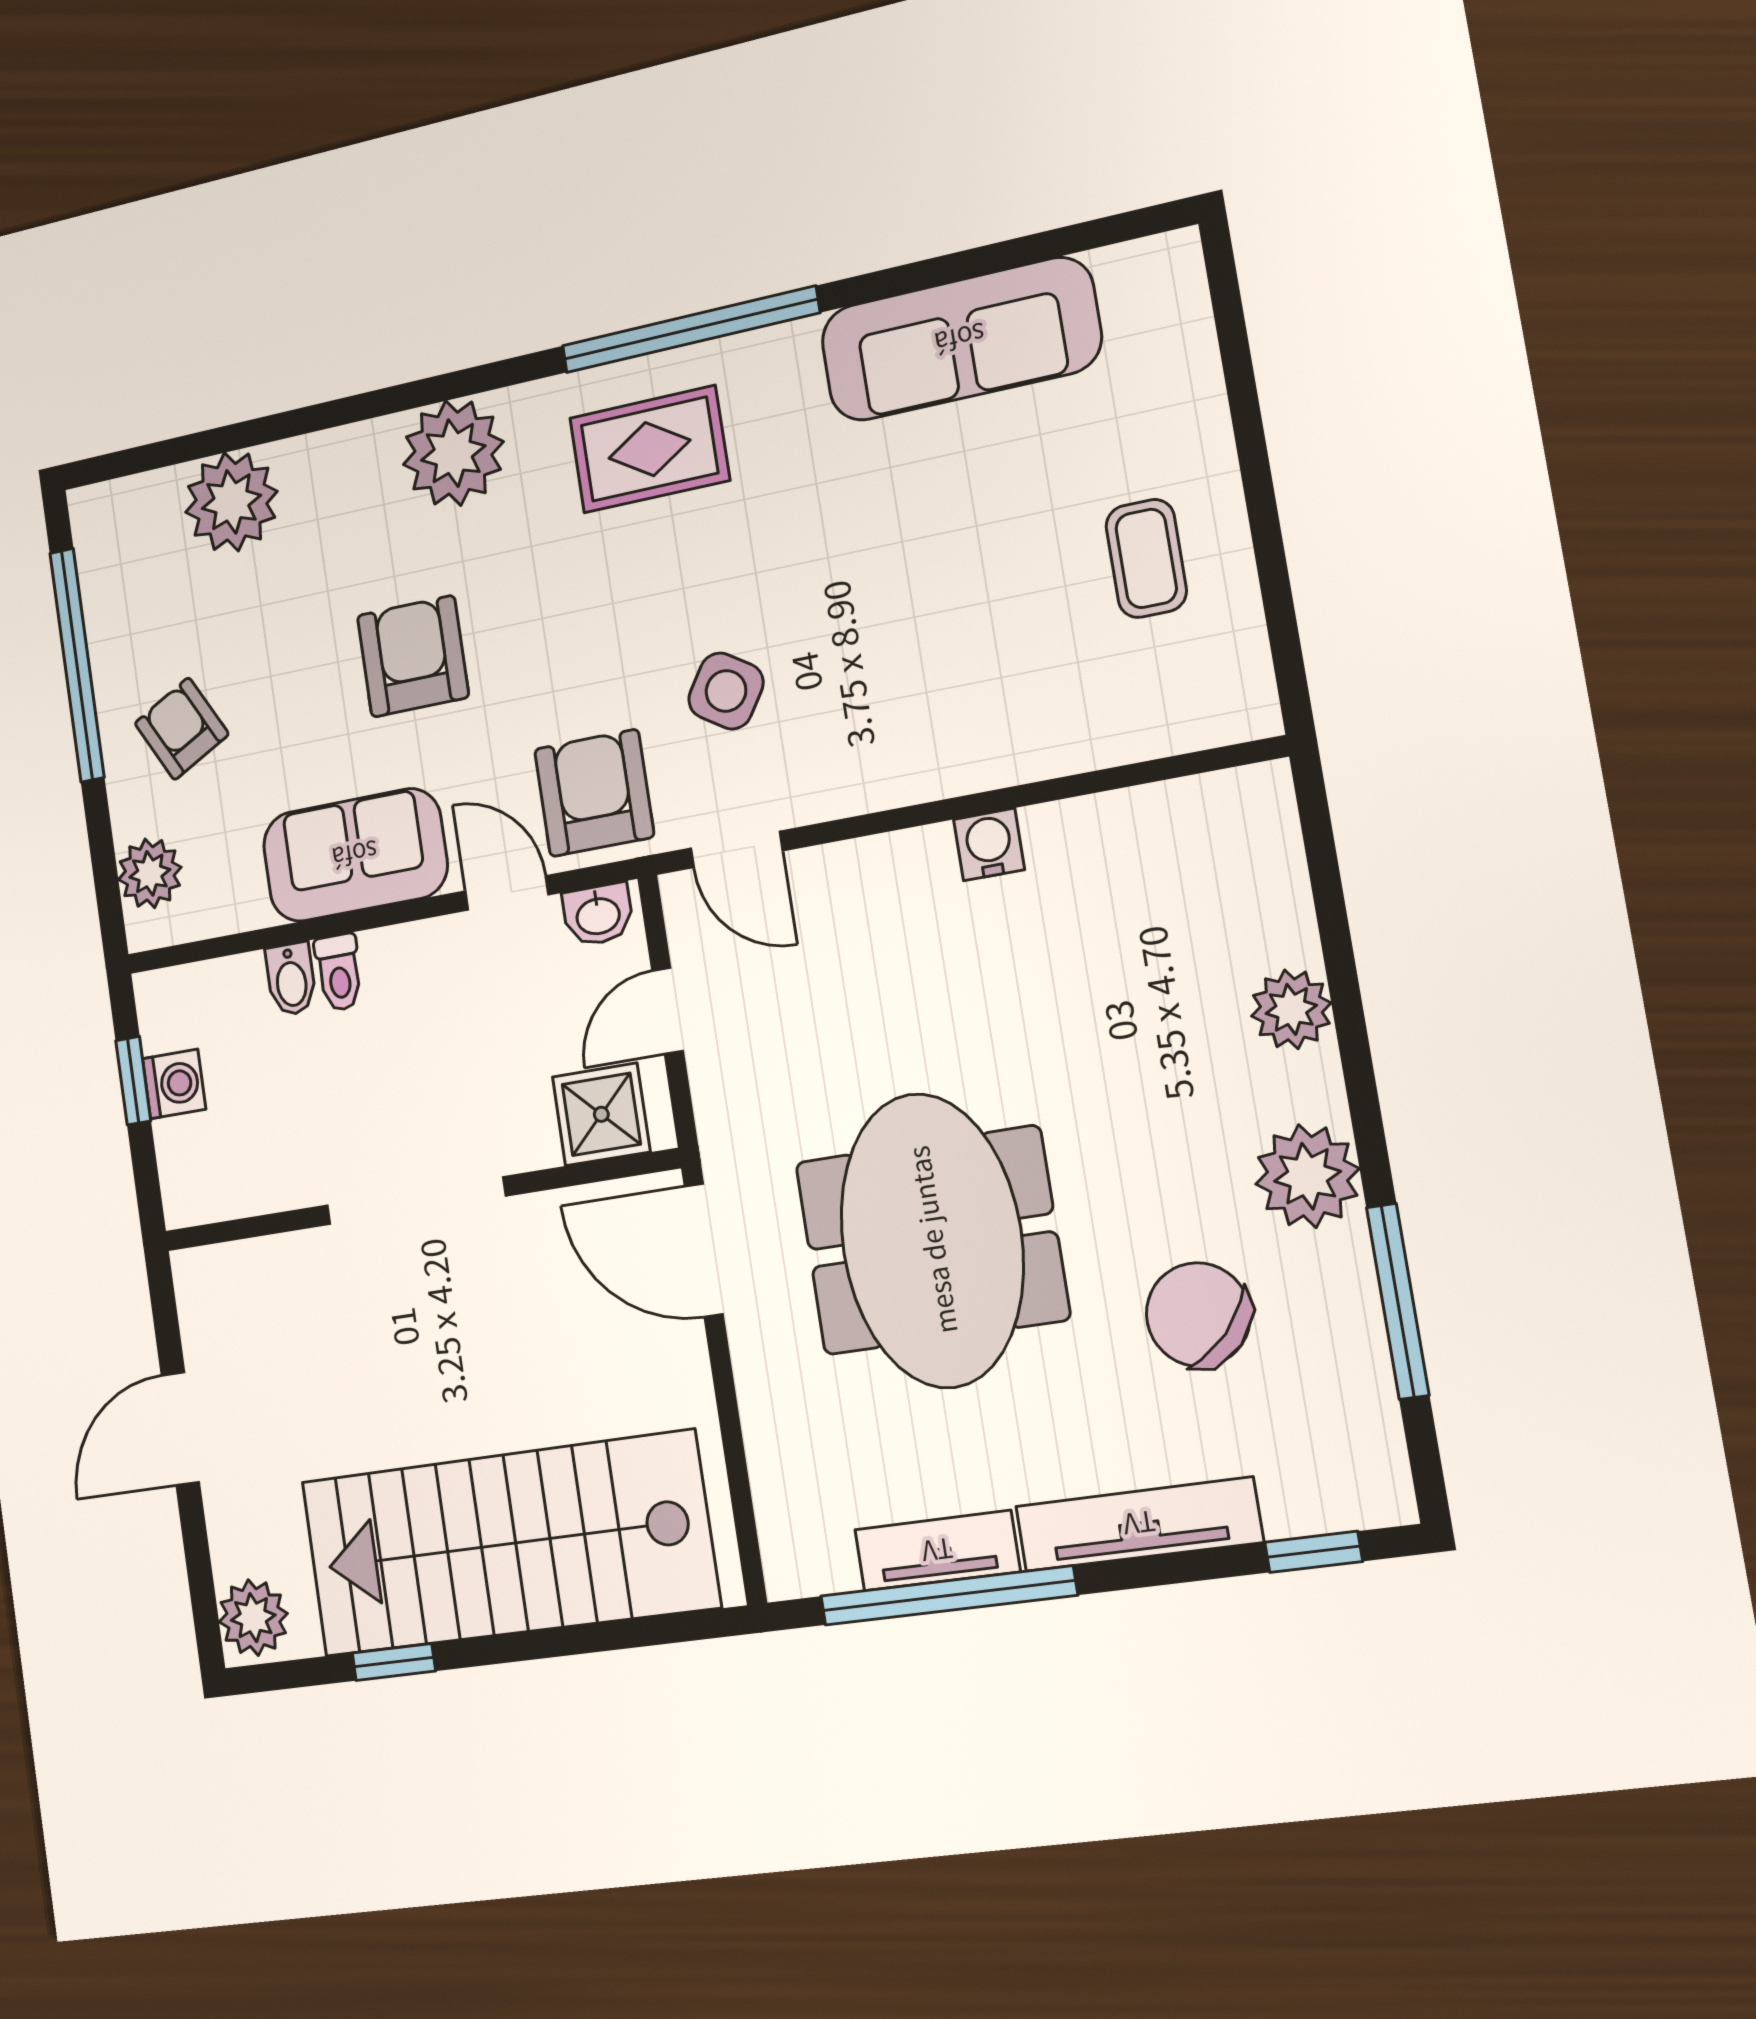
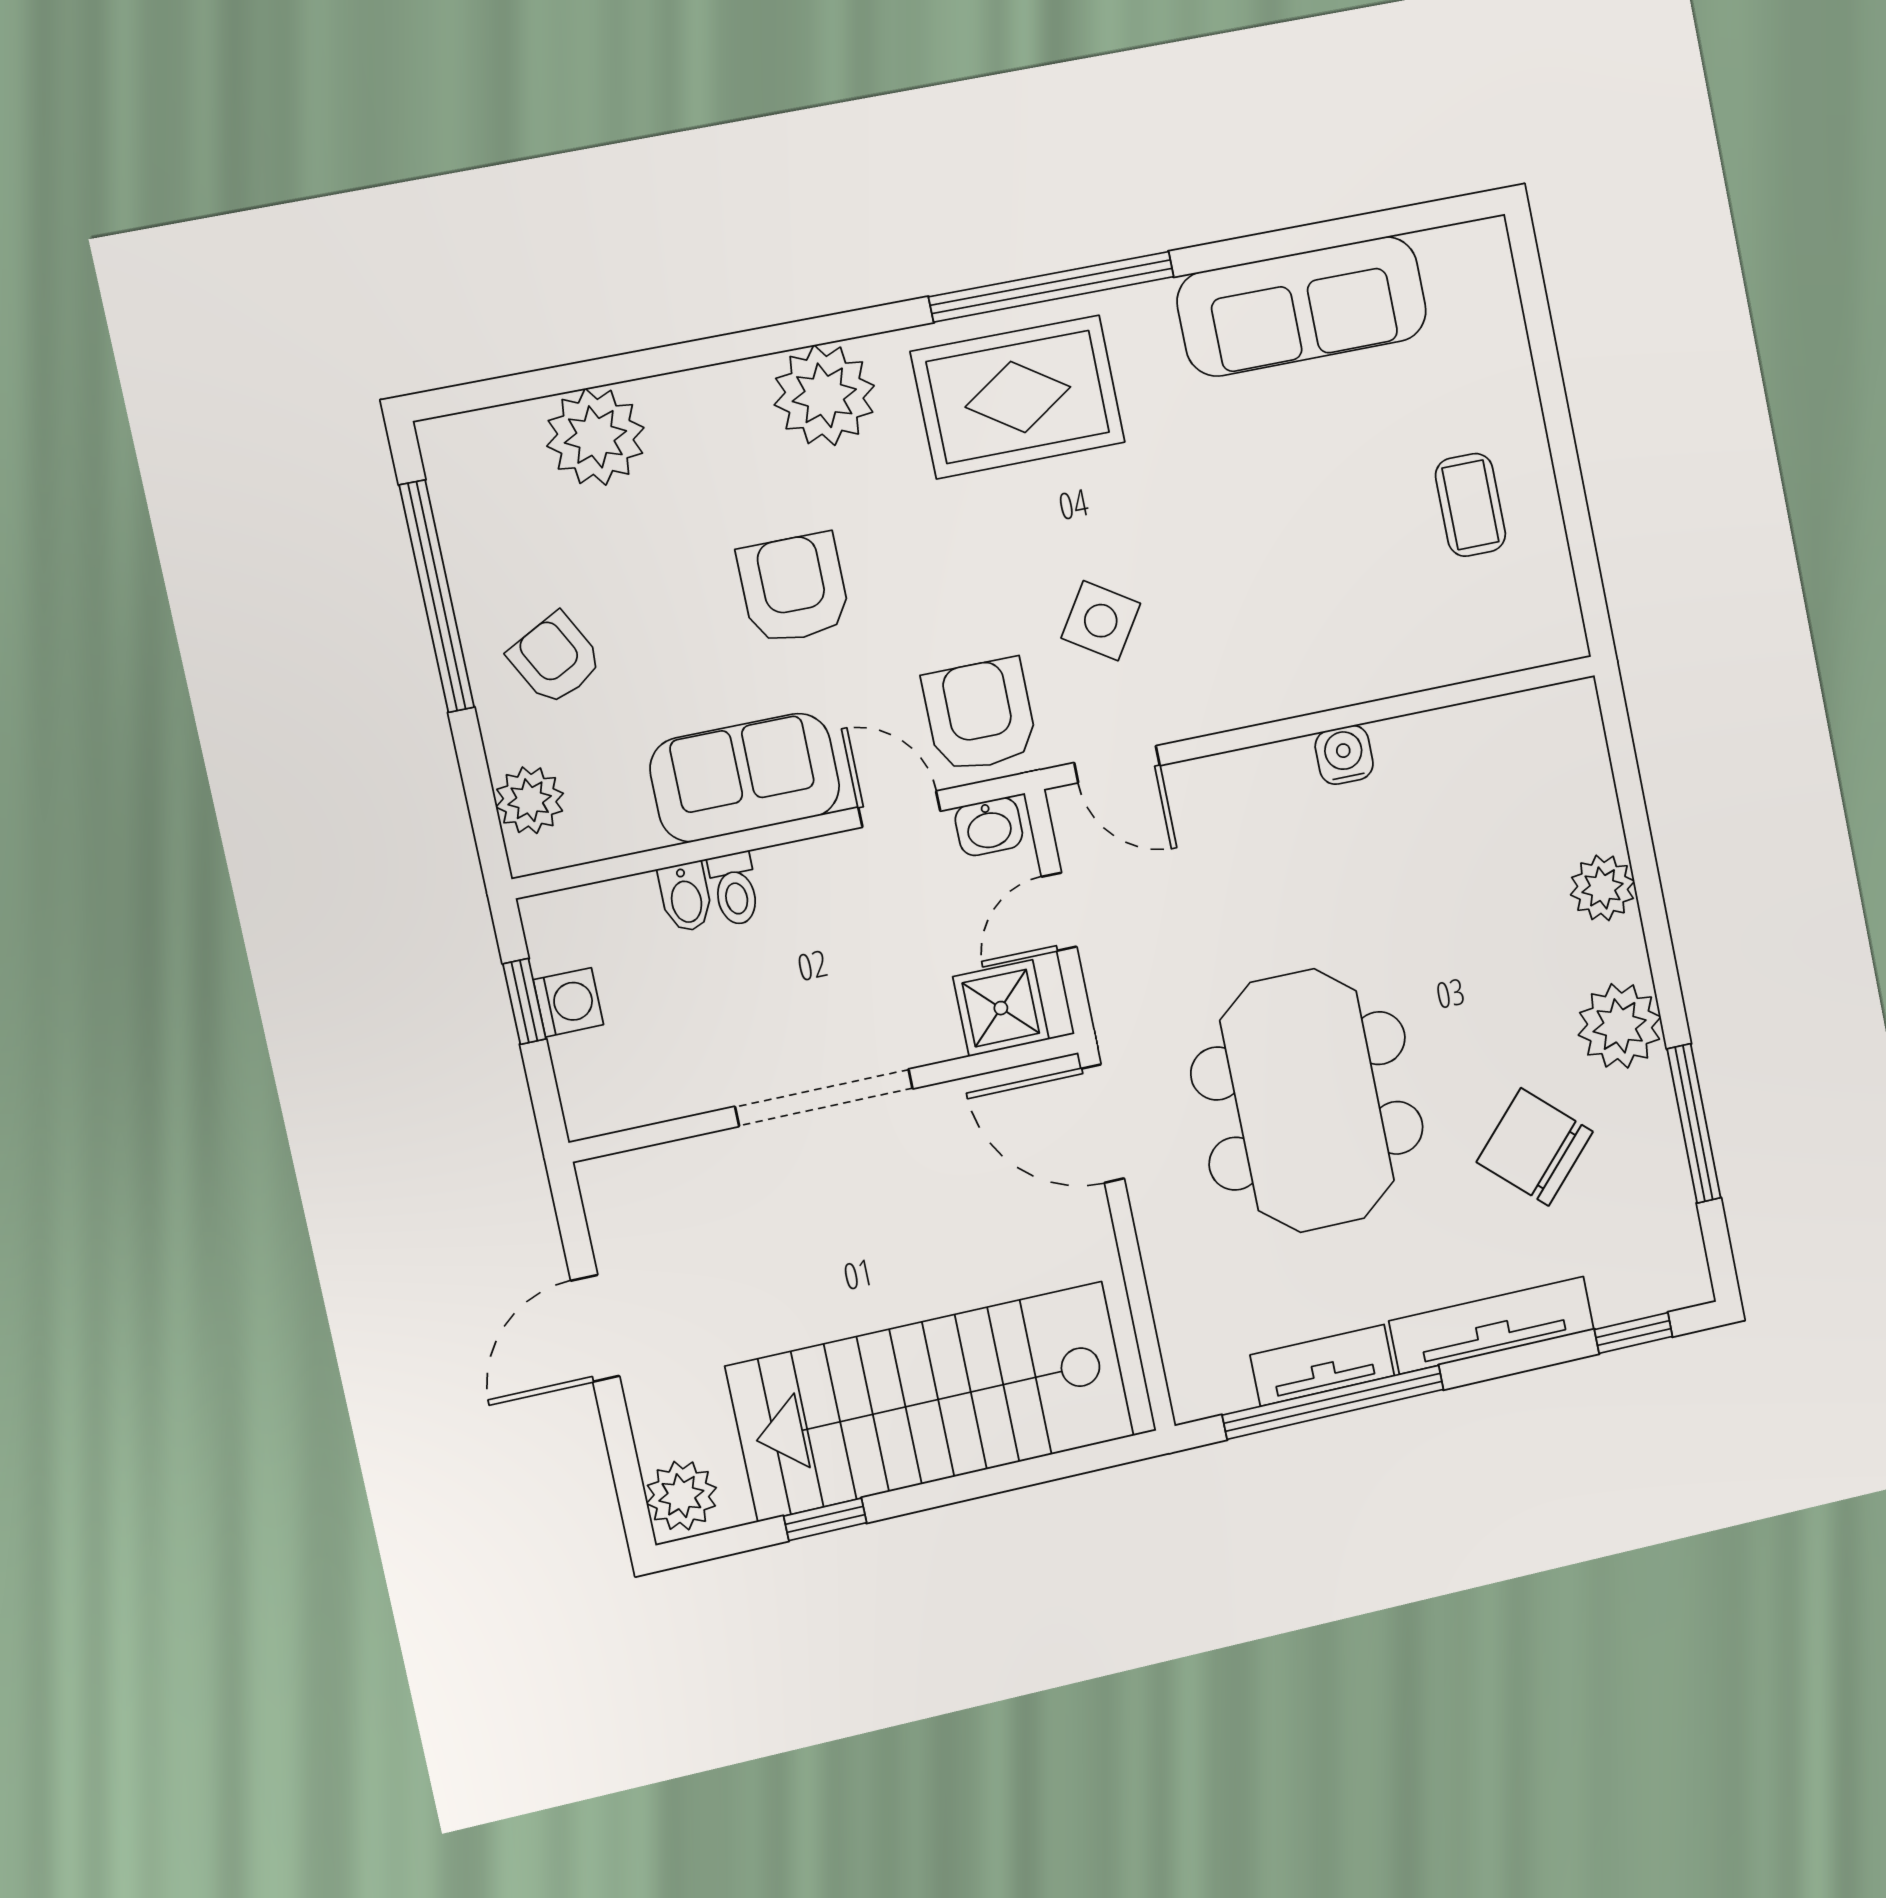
rug: (649, 449) -> (1018, 397), width x1.36, depth x1.43

